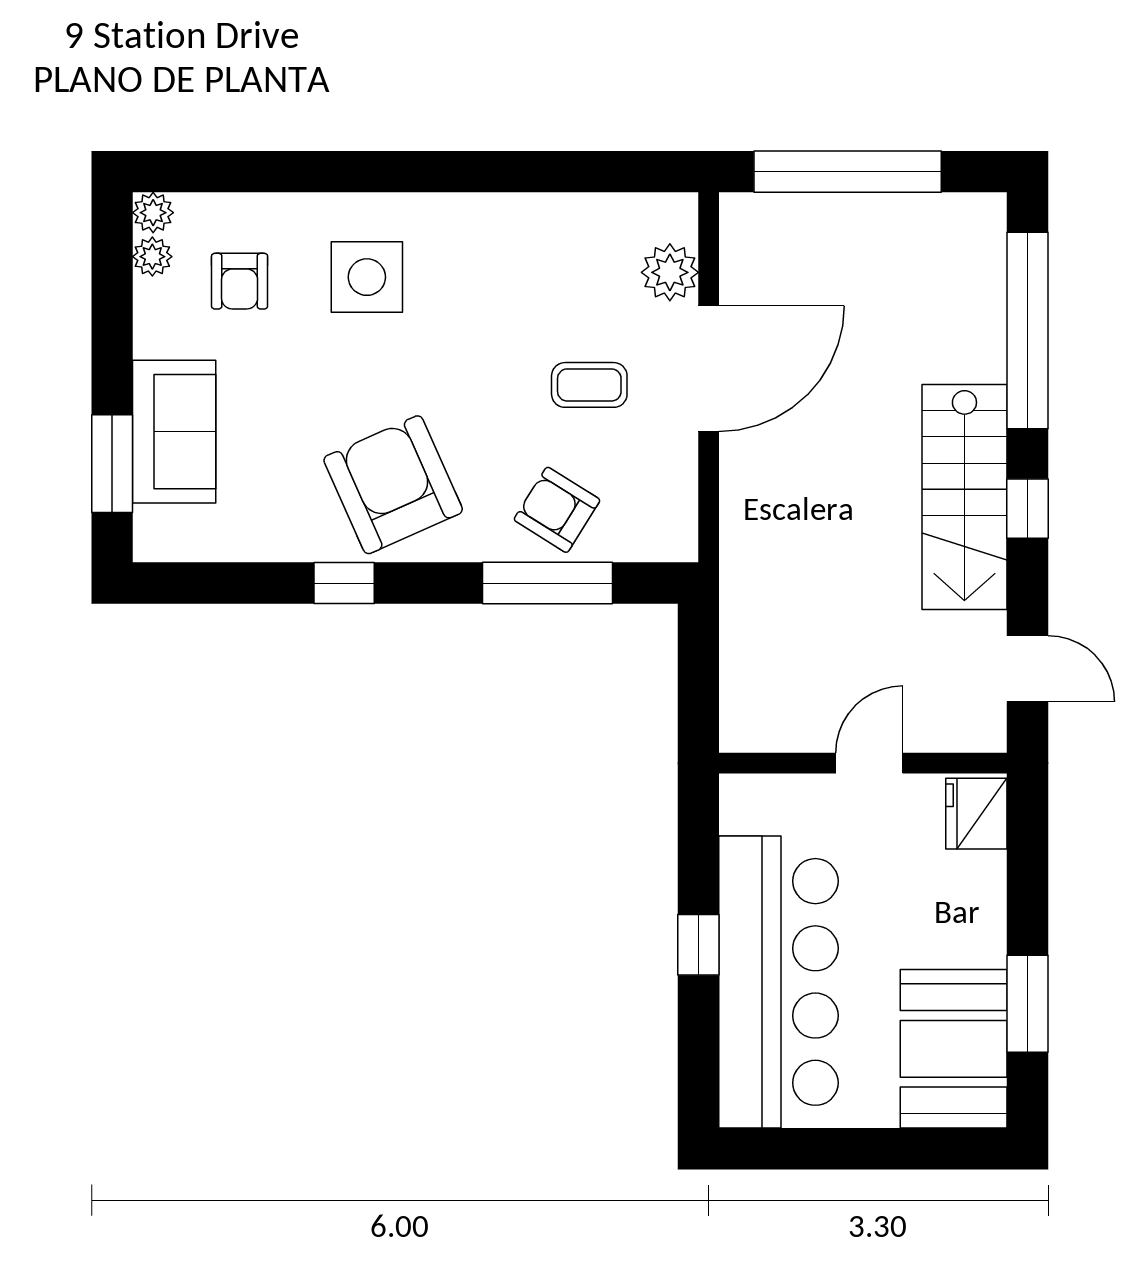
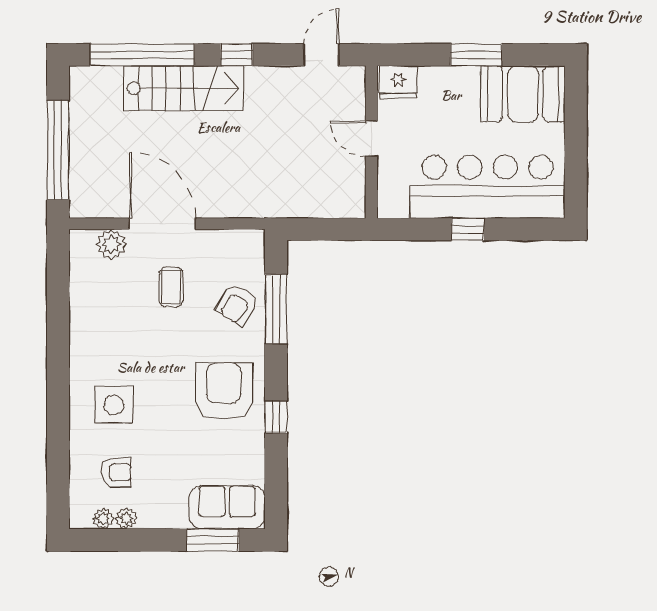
plant: (153, 213) -> (126, 518), moved
sofa: (174, 432) -> (227, 507), moved
armchair: (393, 485) -> (224, 391), turned 114
stairs: (964, 497) -> (184, 88), moved
window: (1028, 1004) -> (476, 55), moved

